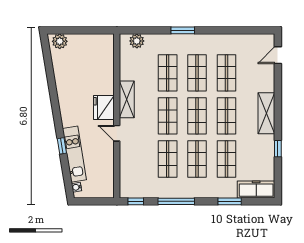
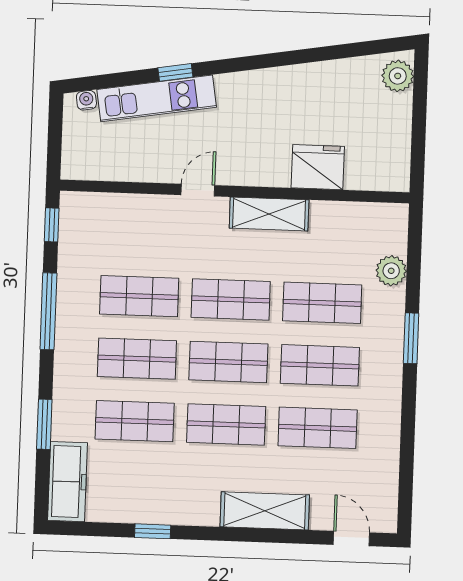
plant: (137, 41) -> (391, 271), moved
fridge: (104, 107) -> (318, 167), moved
shelving: (266, 113) -> (265, 511), moved

